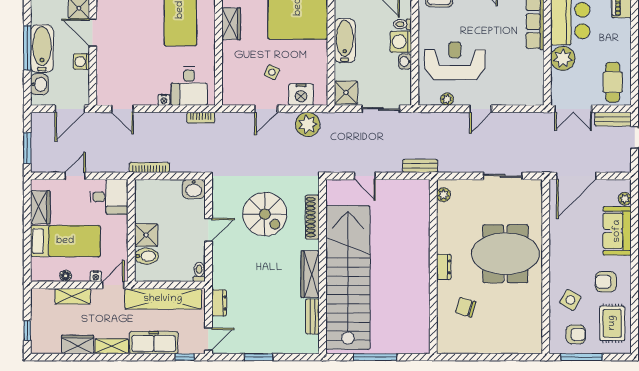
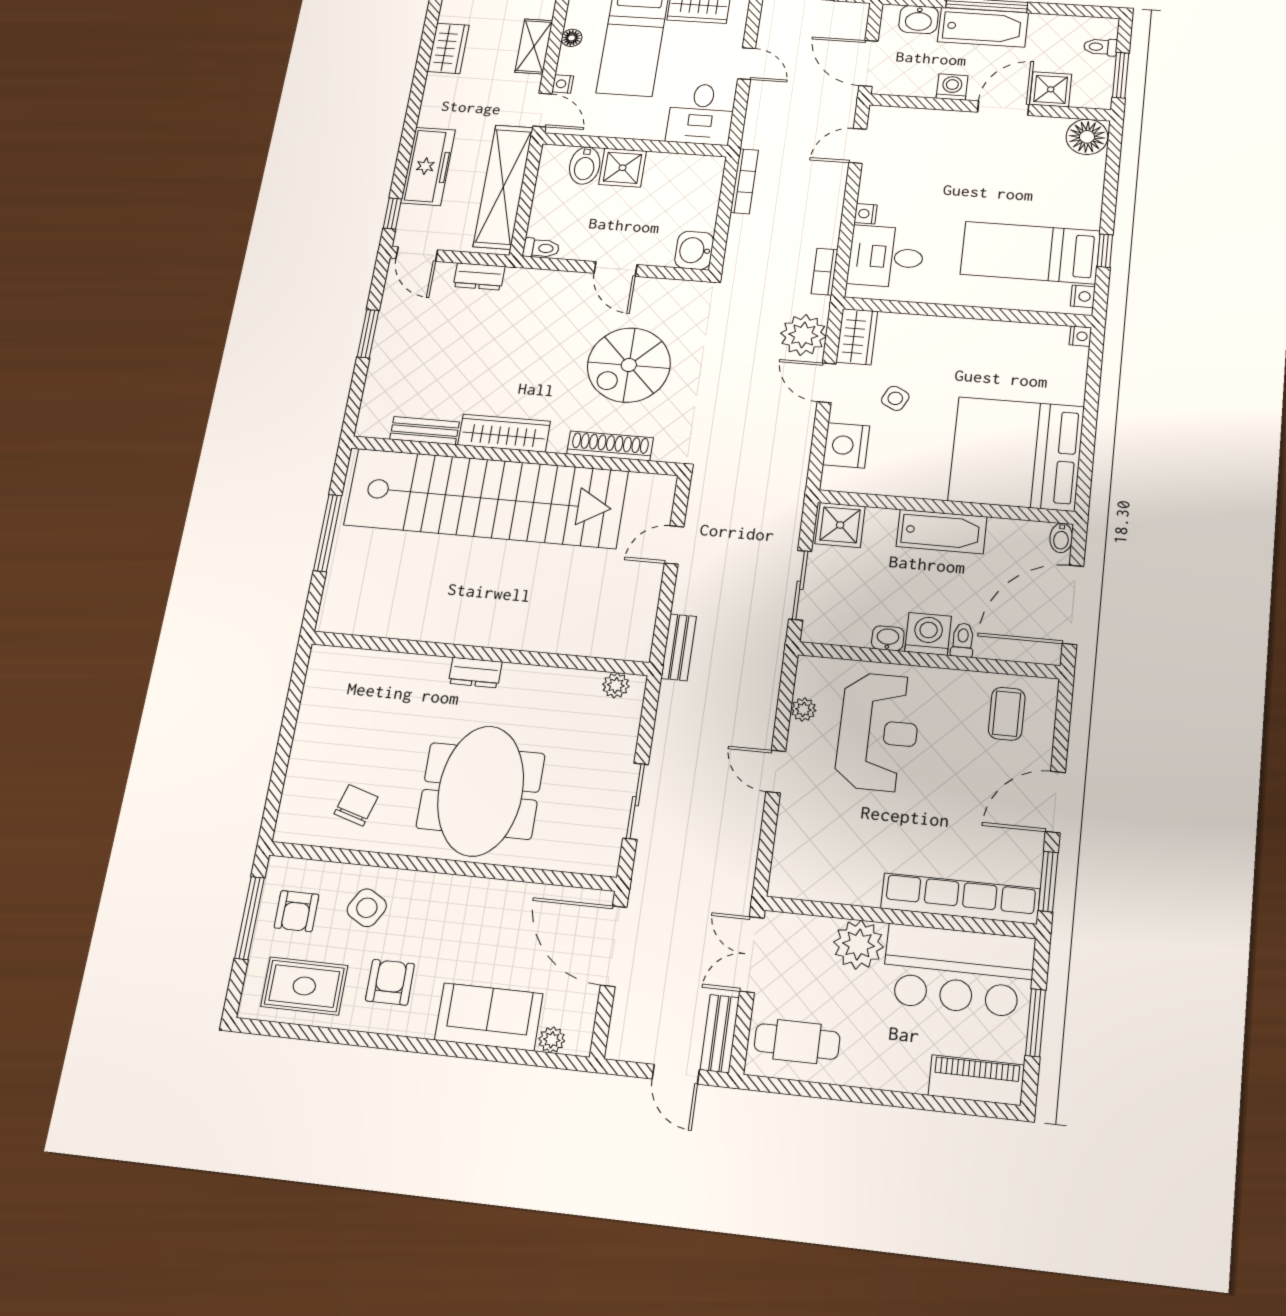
wardrobe: (231, 24) -> (857, 337), moved, turned -90
plant: (308, 124) -> (803, 335), moved
chair: (466, 307) -> (356, 805), moved
shelving: (112, 346) -> (435, 100), removed

